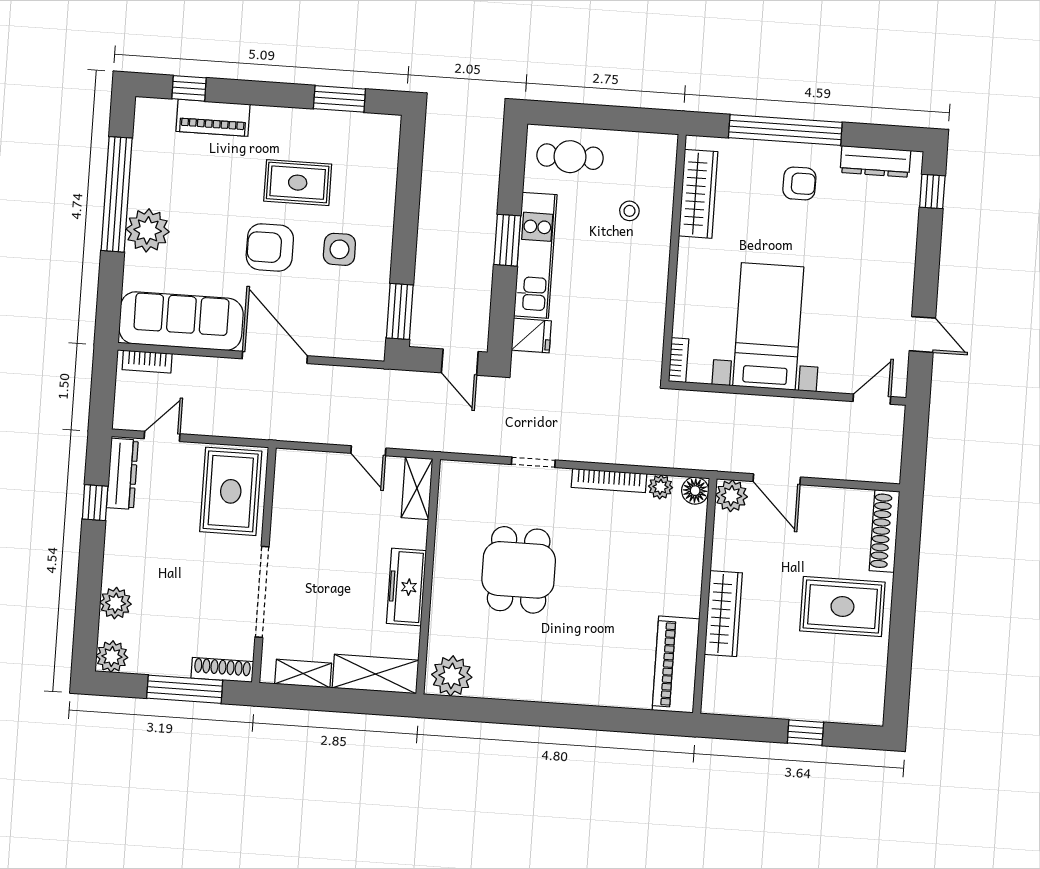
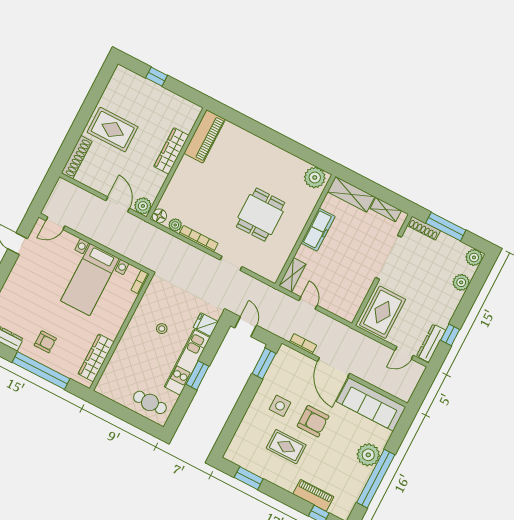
armchair: (799, 183) -> (45, 342), turned 180
stool: (629, 211) -> (162, 329), moved
bookcase: (147, 362) -> (303, 344), moved

